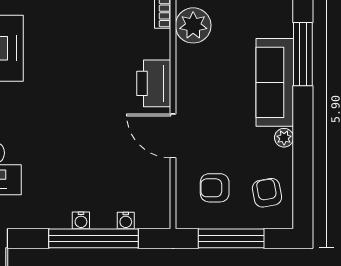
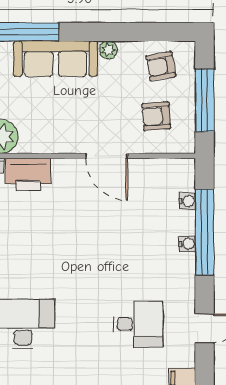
printer: (154, 83) -> (28, 174), moved
door: (173, 136) -> (107, 156), hinge flipped
armchair: (215, 188) -> (156, 116), turned 86

